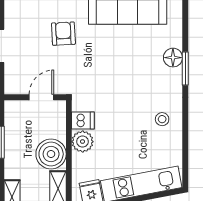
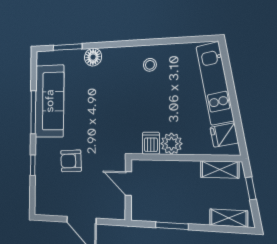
window: (185, 68) -> (68, 47), moved
boiler: (51, 154) -> (184, 176), removed

